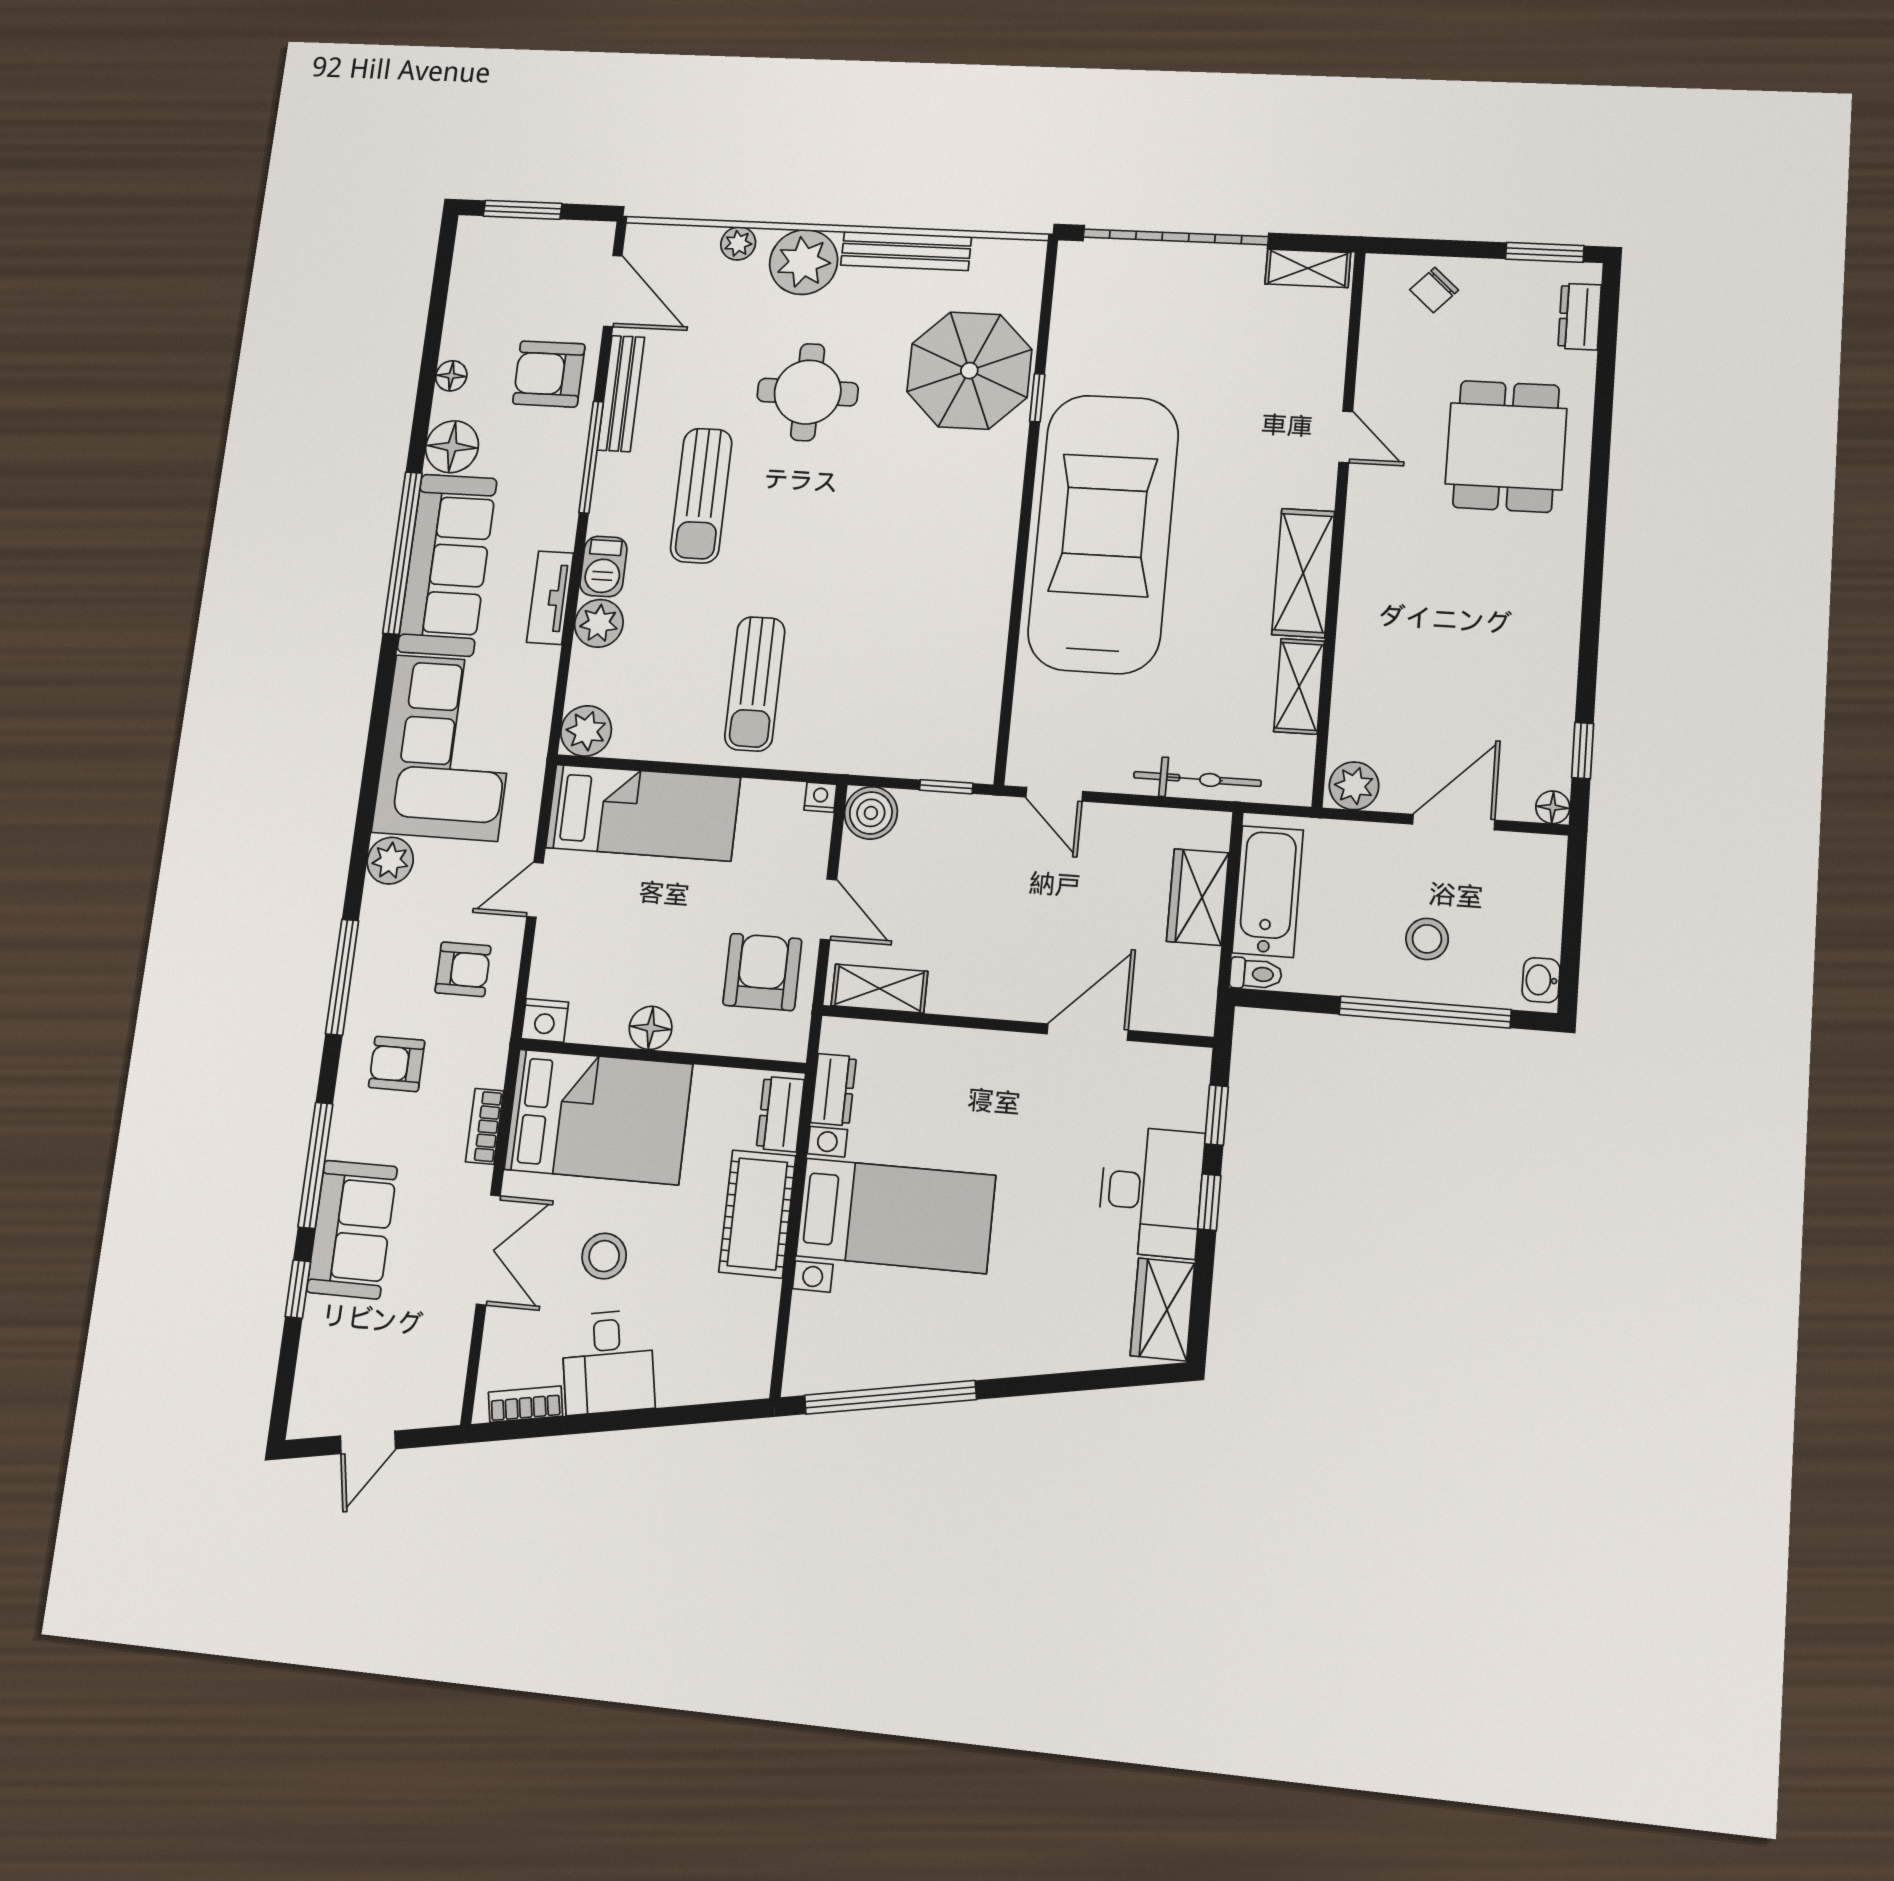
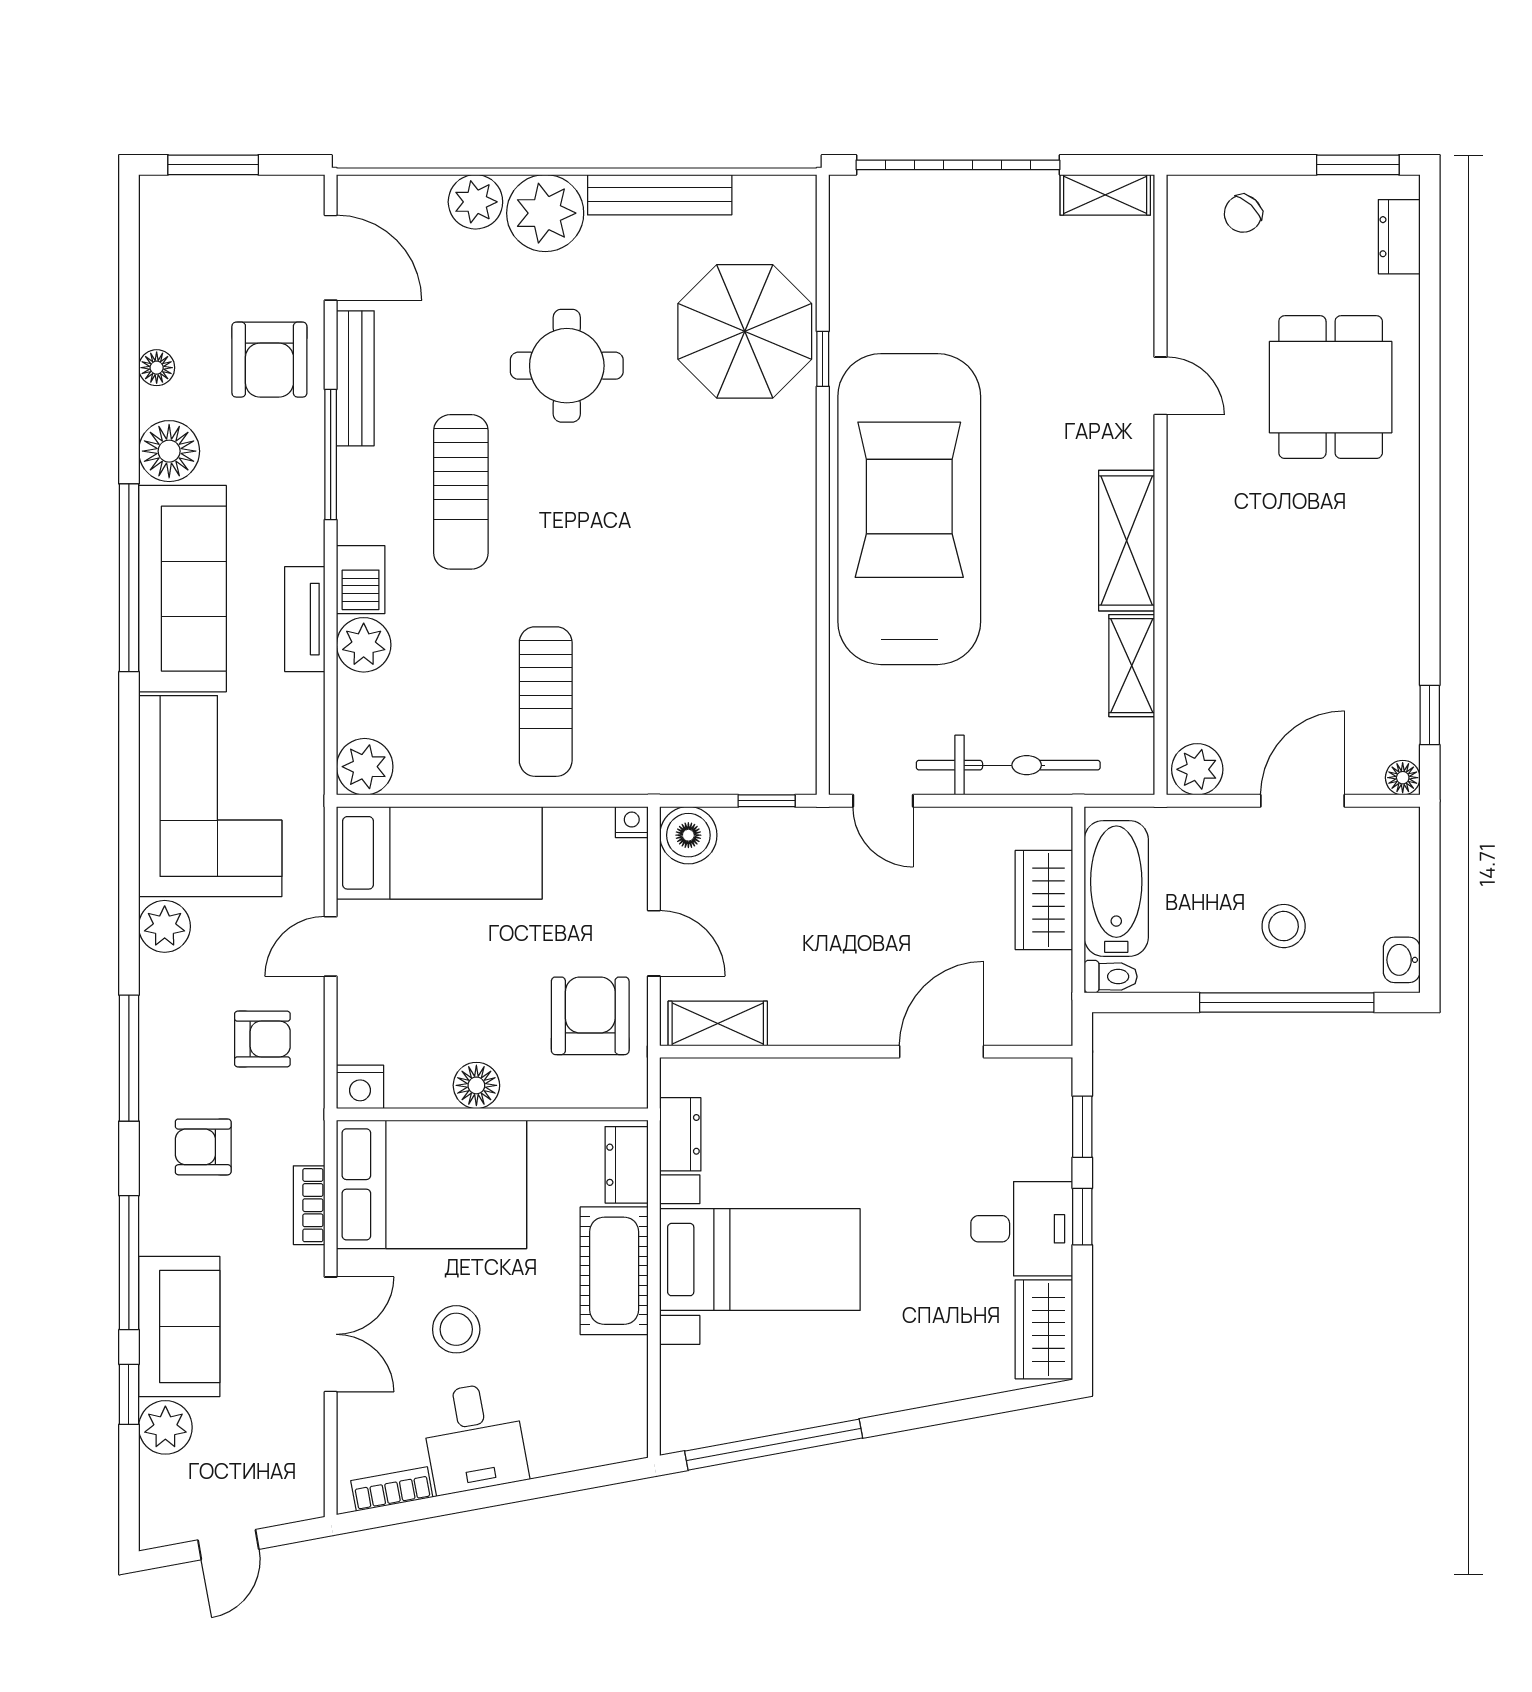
plant: (738, 243) -> (475, 202), width x1.38, depth x1.38
armchair: (549, 374) -> (269, 360), turned -90
bicycle: (1197, 779) -> (1008, 765), width x1.37, depth x1.40
desk: (1151, 1192) -> (1022, 1229), width x0.73
plant: (326, 1324) -> (165, 1427), added

